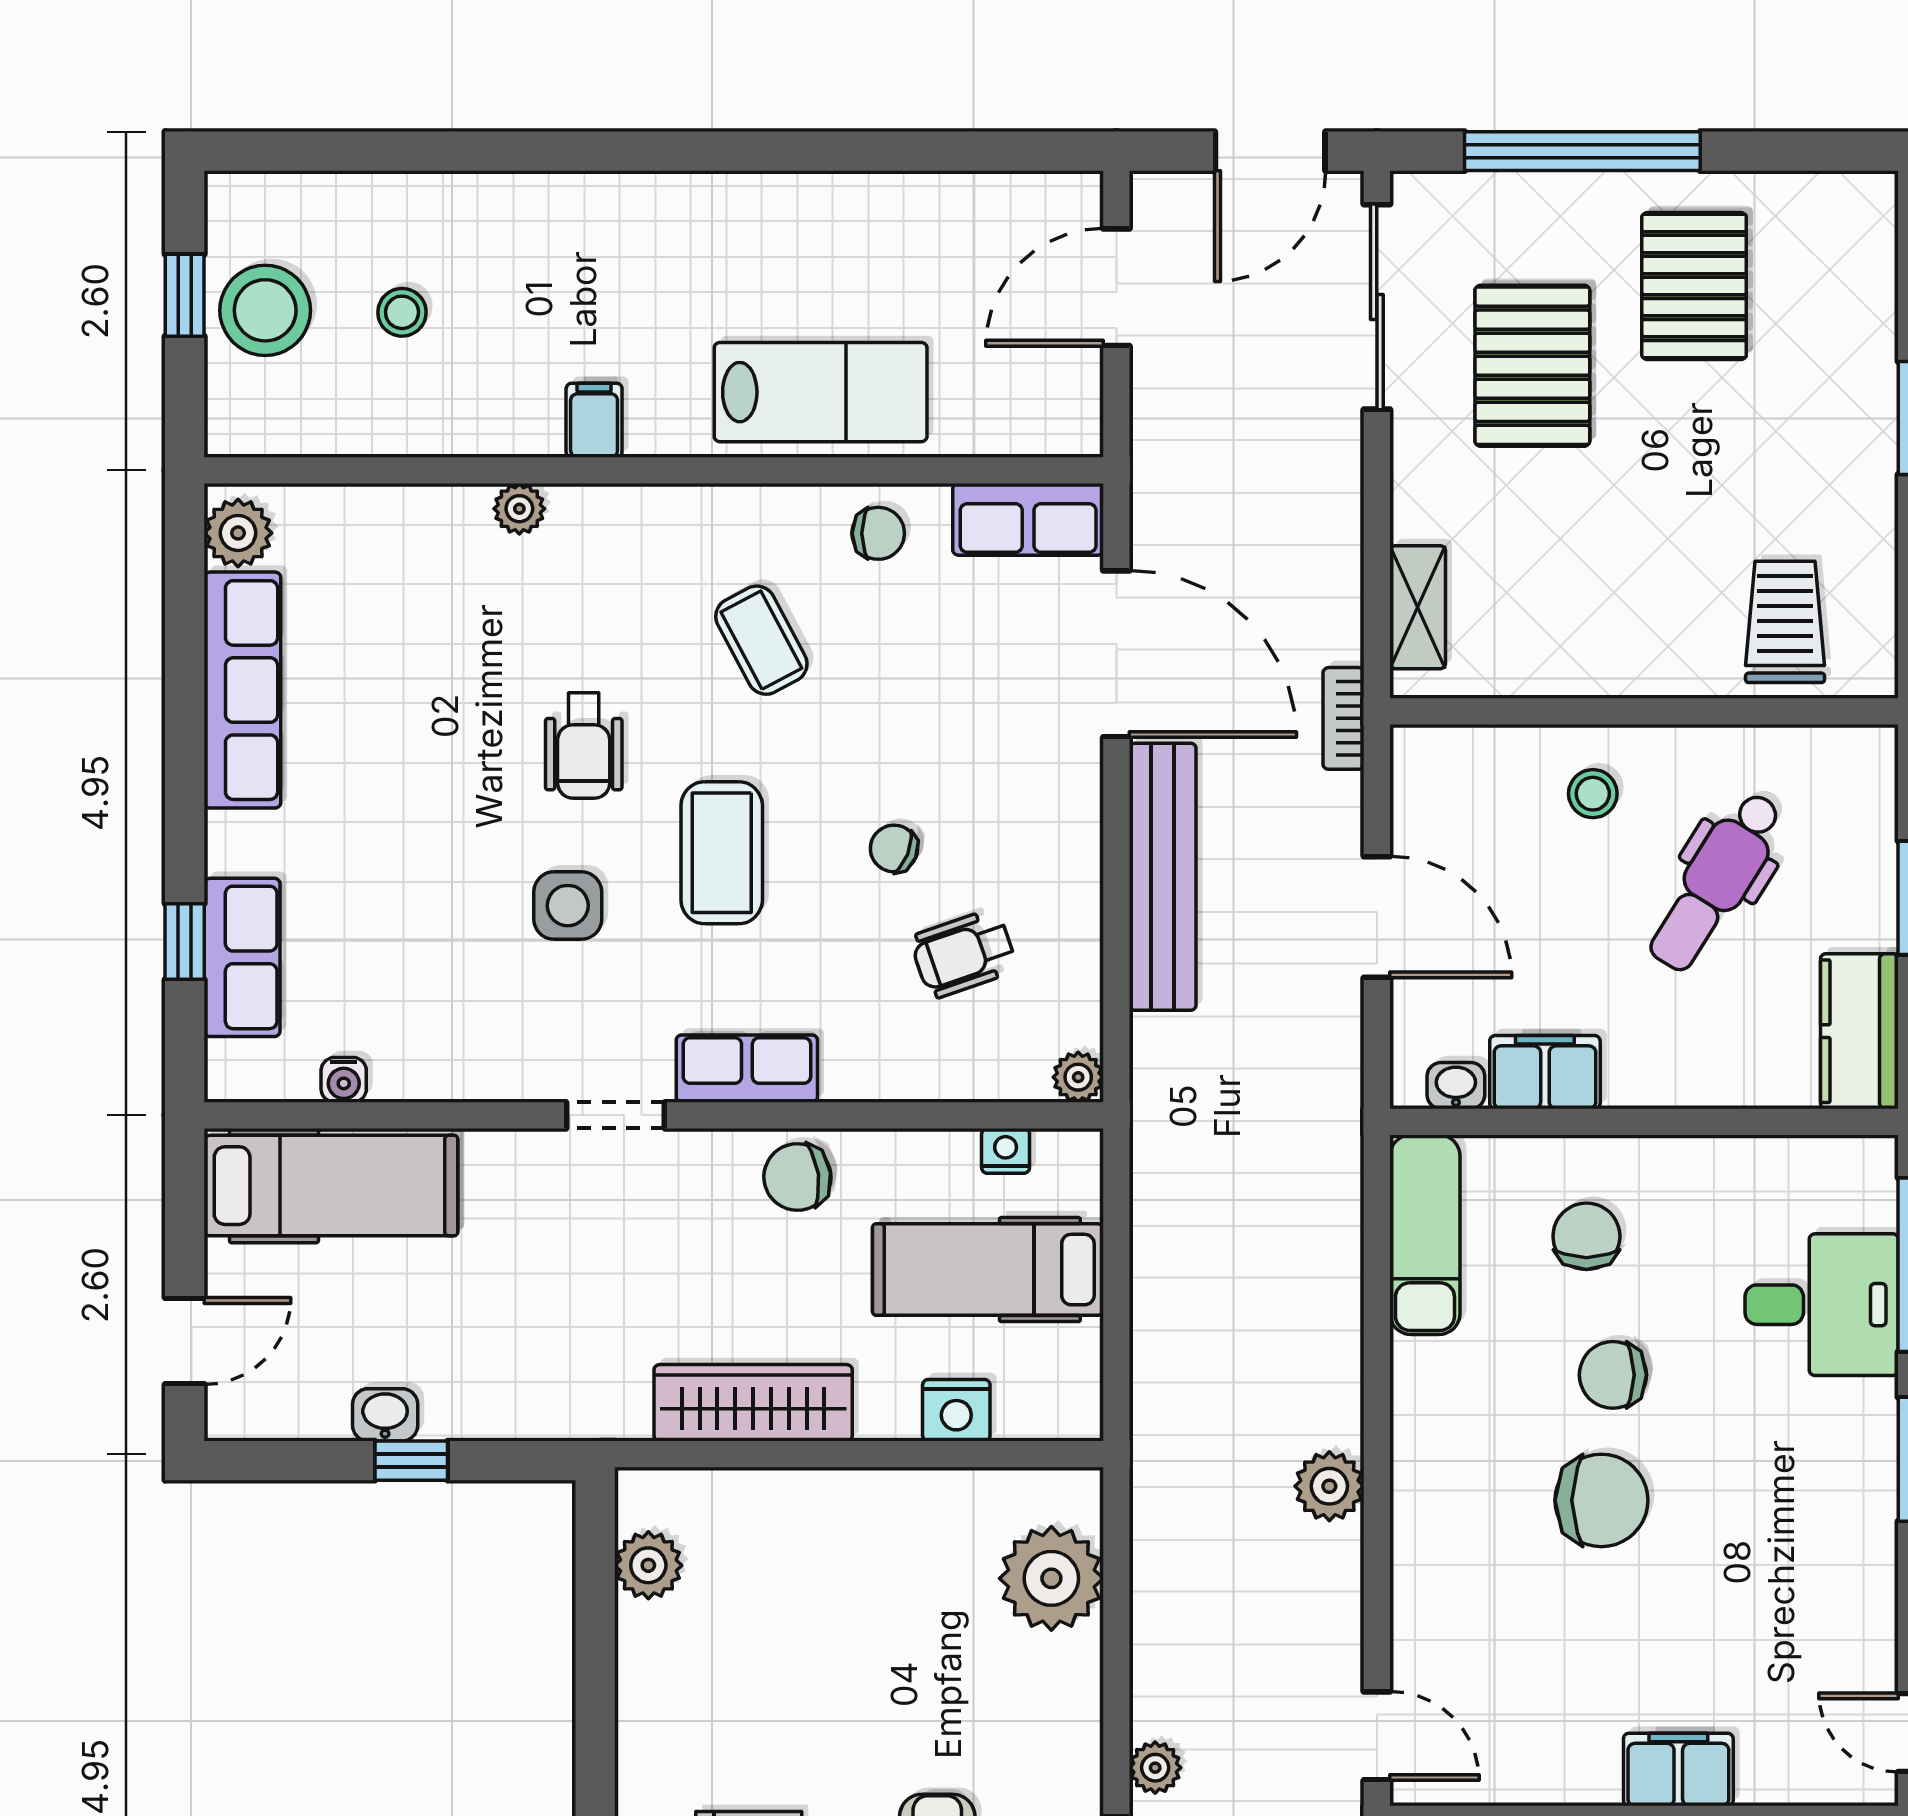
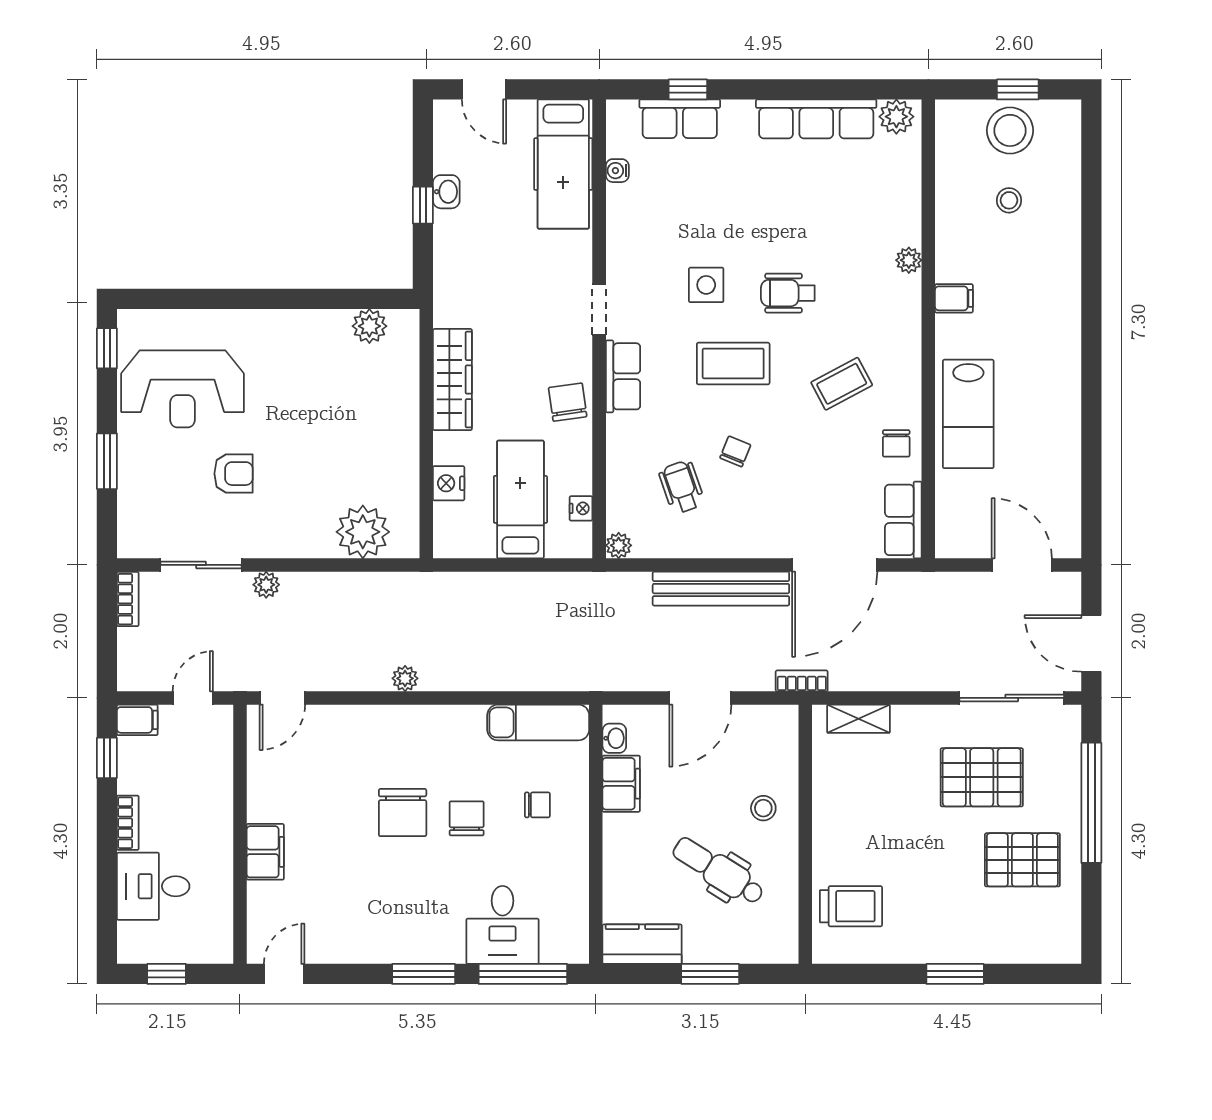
chair: (1586, 1236) -> (537, 805), width x0.73, depth x0.73
plant: (1329, 1486) -> (405, 678), width x0.73, depth x0.73

